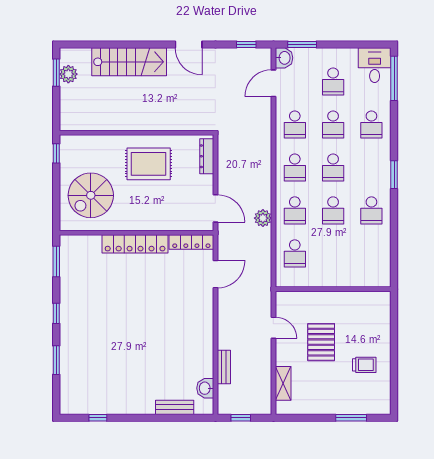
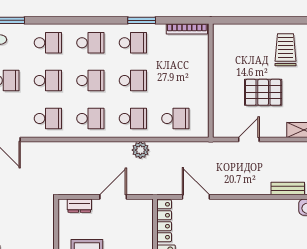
dresser: (207, 156) -> (79, 206), width x0.70
school desk: (371, 167) -> (90, 43), added
window: (394, 175) -> (142, 20), moved
door: (215, 208) -> (113, 197), moved
bookcase: (385, 265) -> (187, 29), added
trolley: (364, 365) -> (286, 50), width x1.36, depth x1.39

